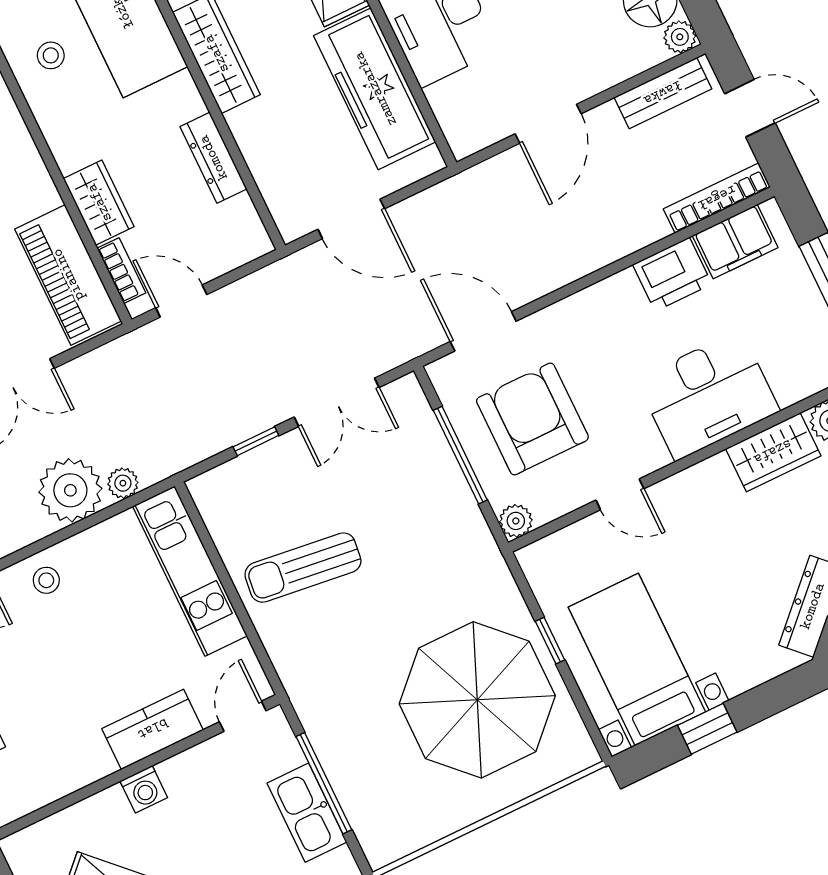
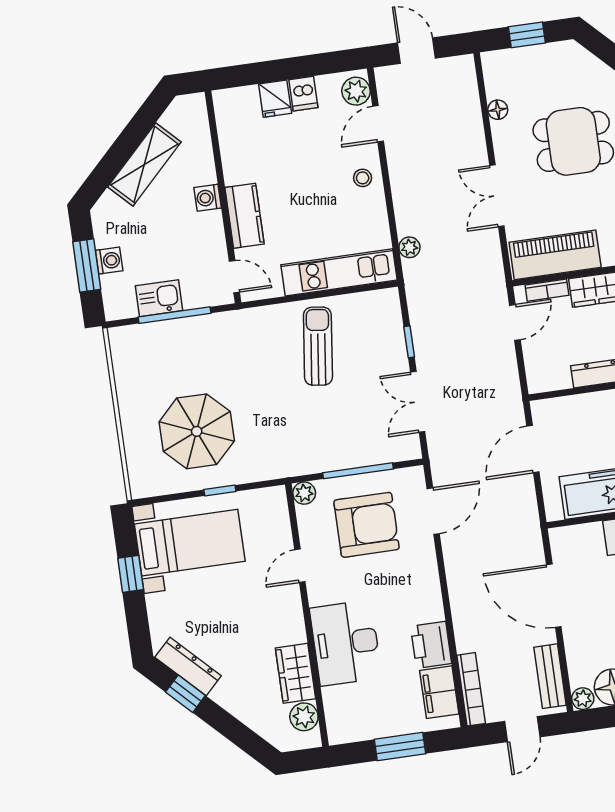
door: (548, 124) -> (554, 596), width x1.36
plant: (70, 490) -> (416, 212), removed
parasol: (477, 700) -> (197, 431), width x0.73, depth x0.73
kitchen sink: (307, 813) -> (159, 298), width x0.73

